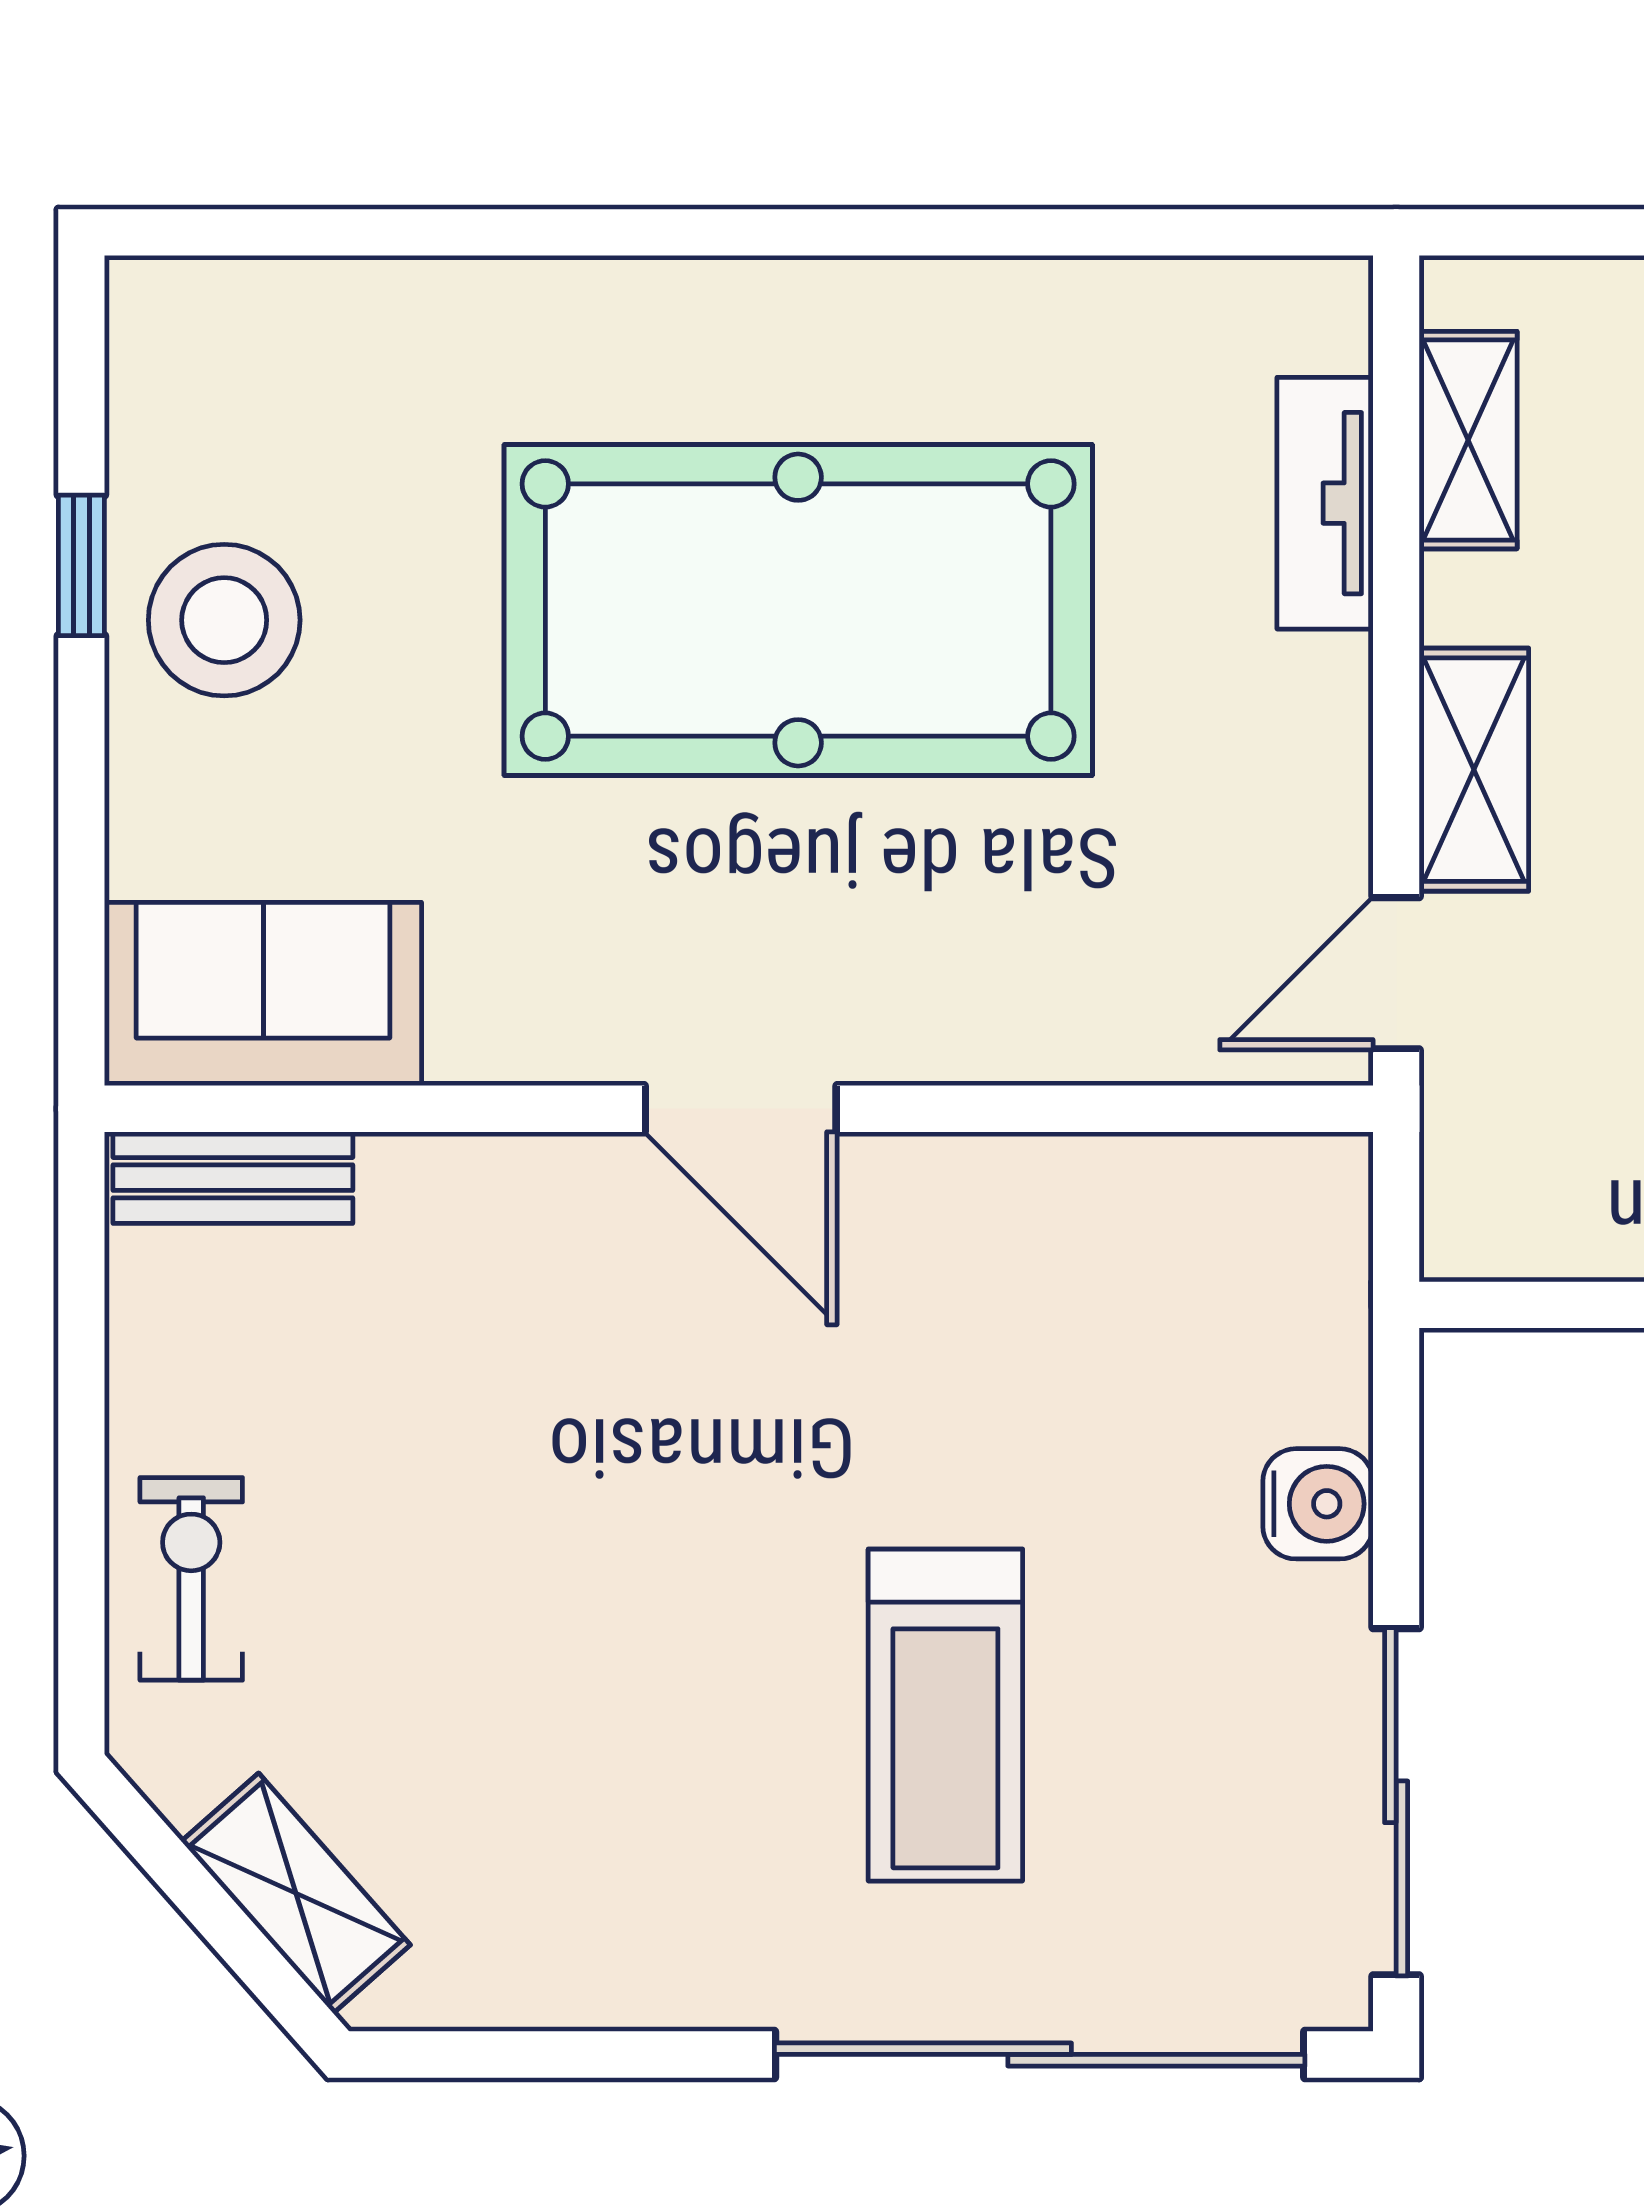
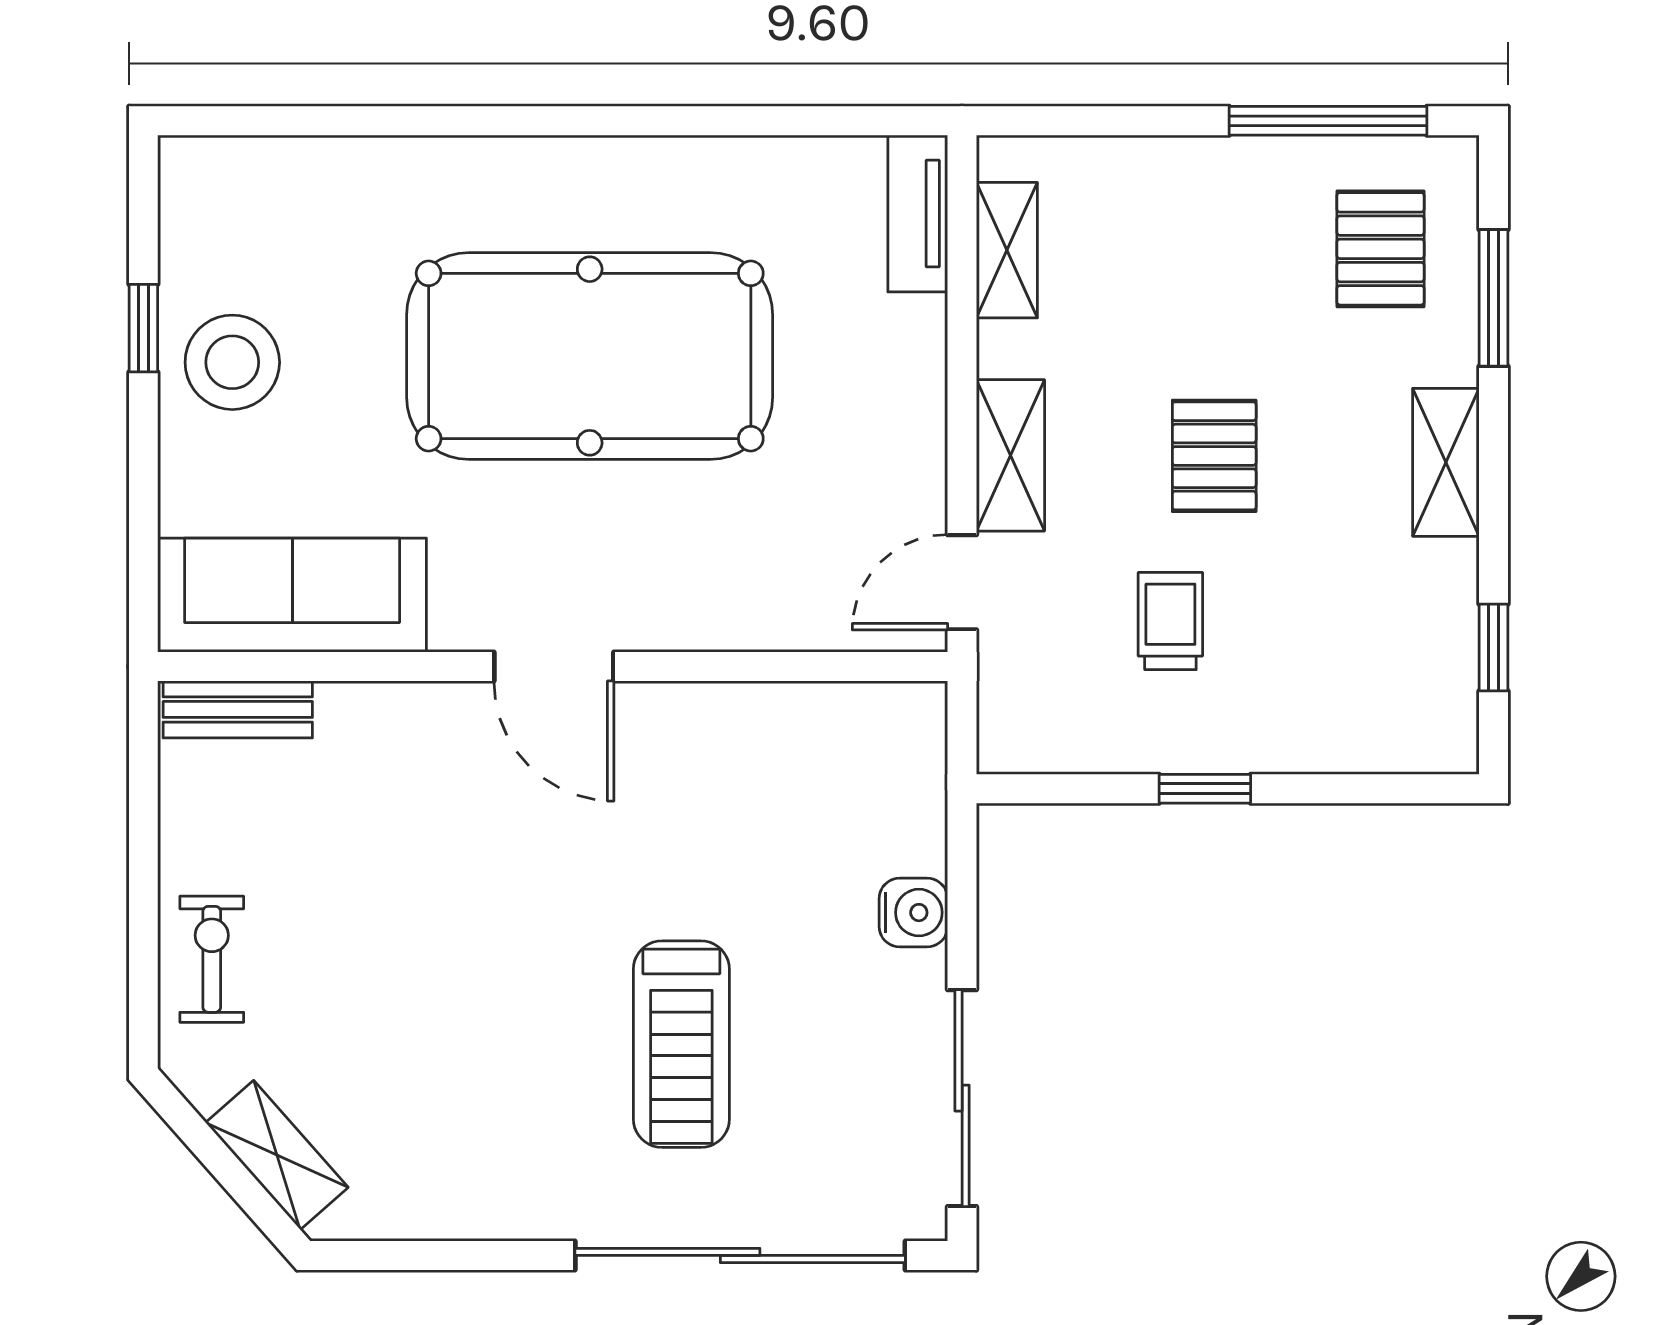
tv unit: (1325, 503) -> (918, 214), moved
sofa: (263, 994) -> (292, 595), width x1.36

